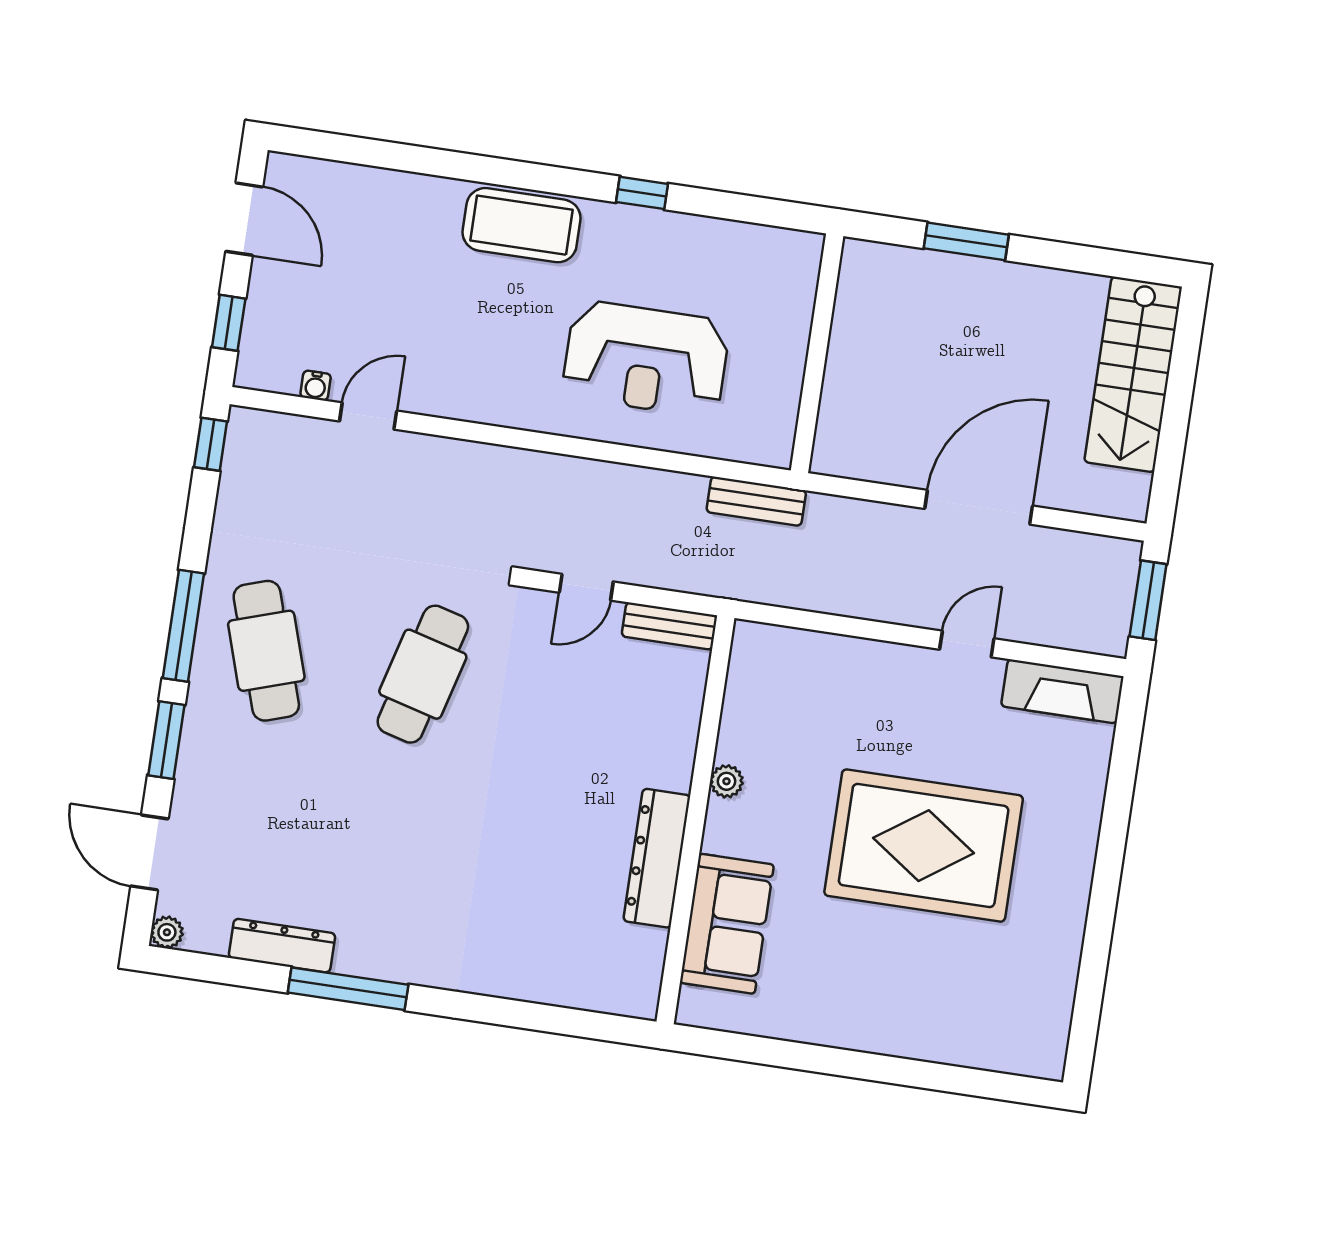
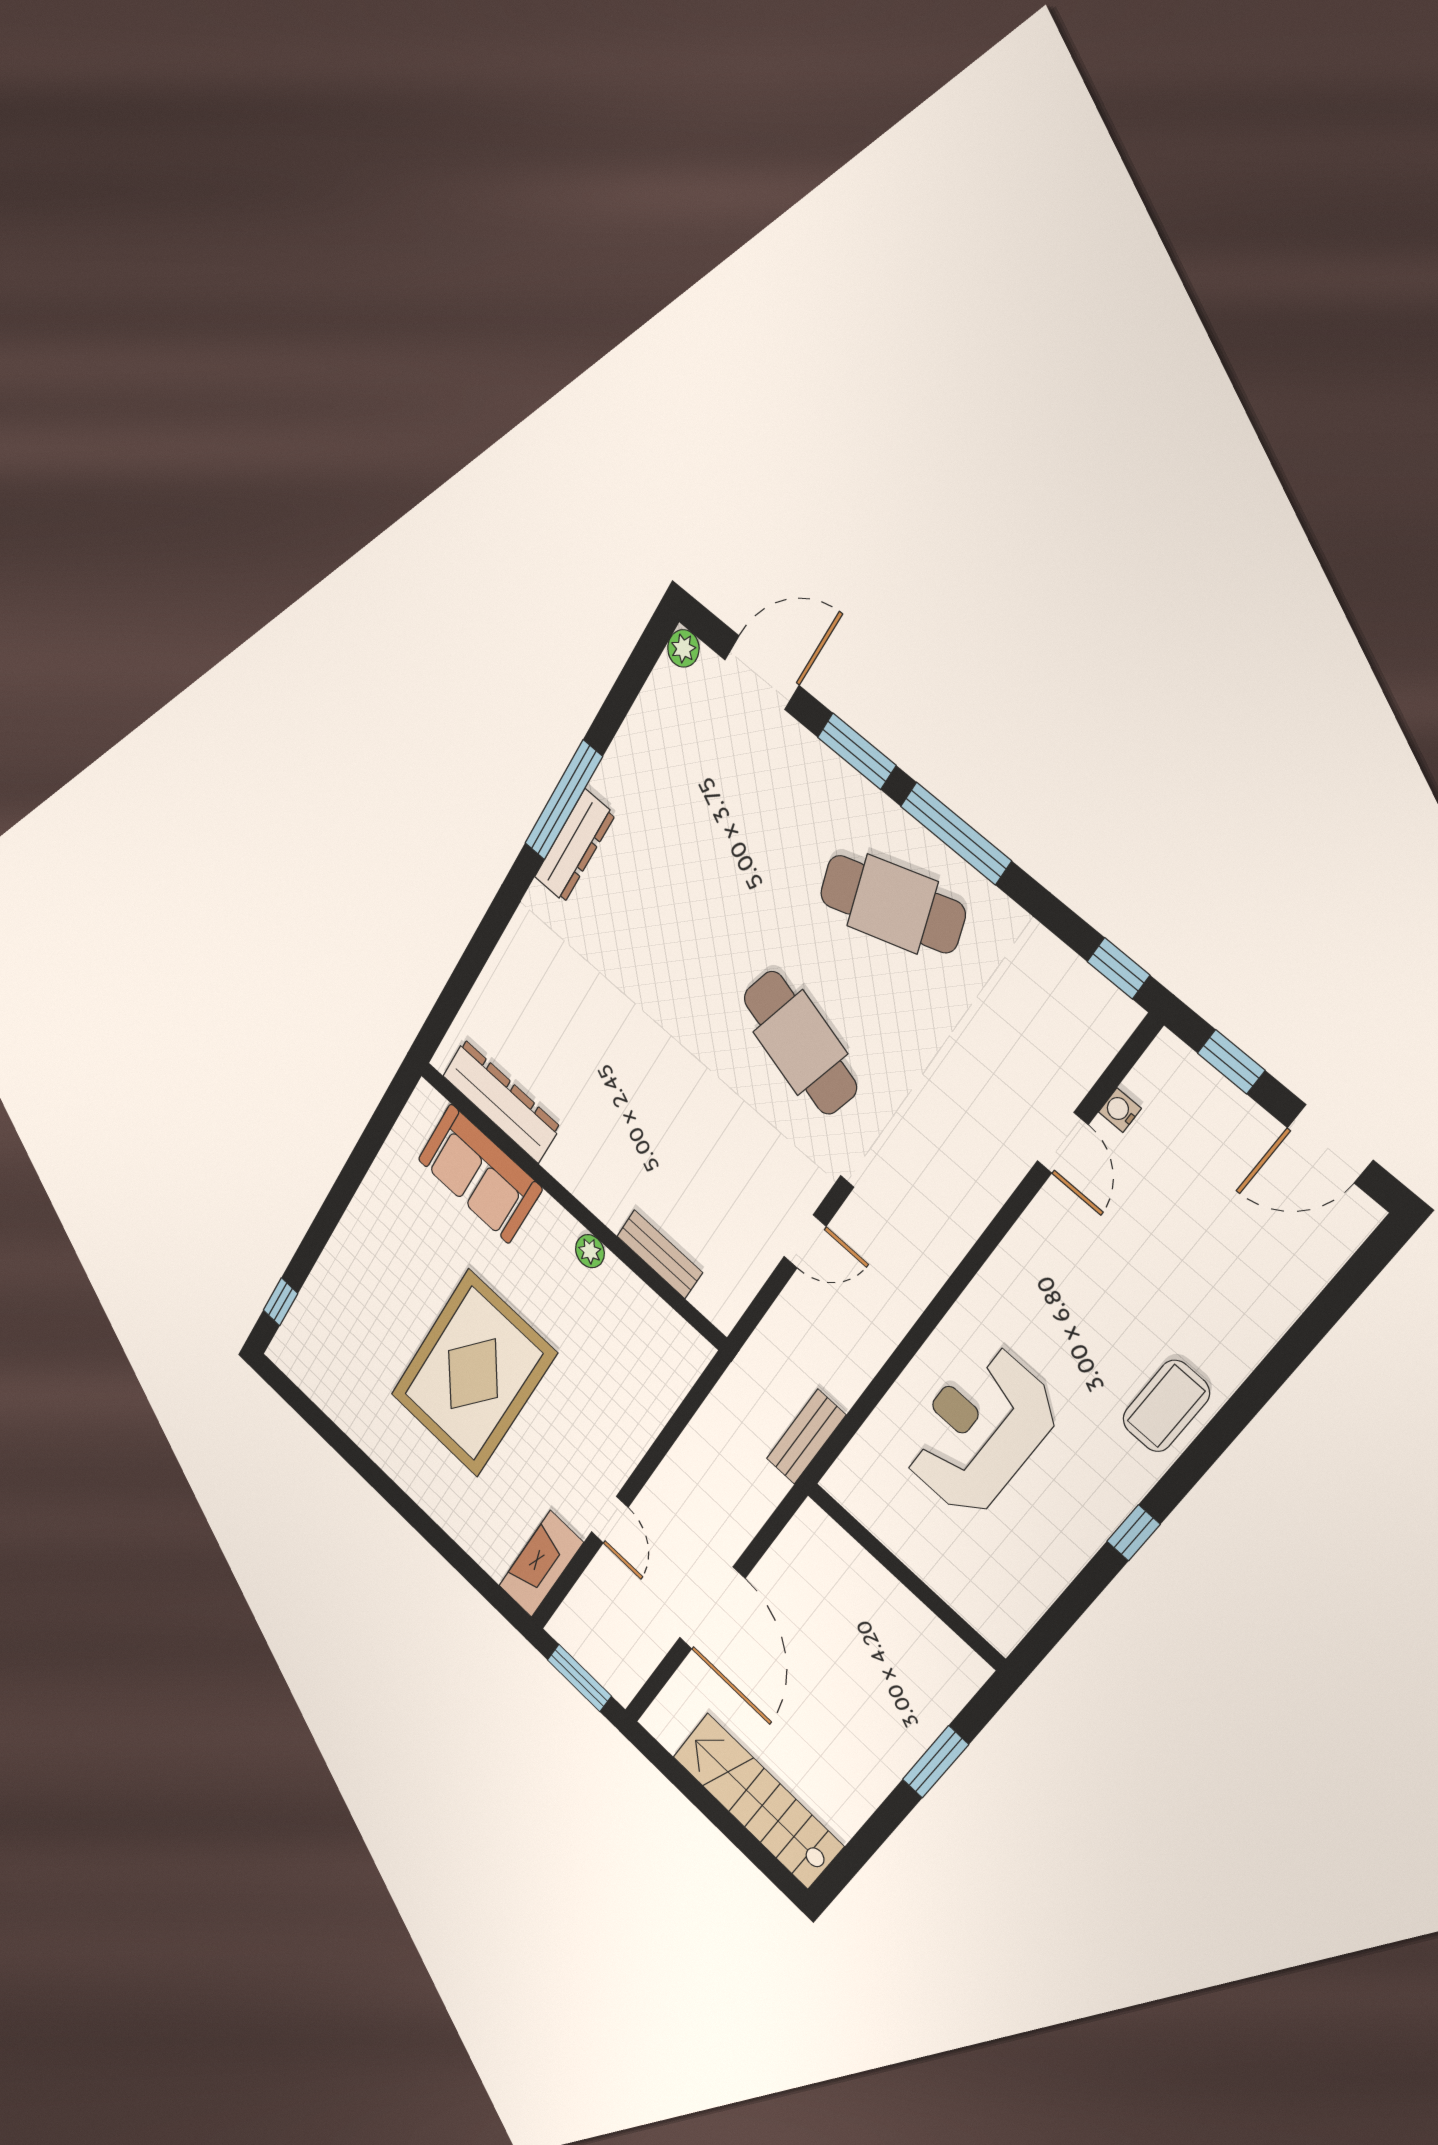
coffee table: (522, 225) -> (1166, 1406), width x0.73, depth x0.76
door: (586, 587) -> (805, 1241), swing flipped
bench: (669, 626) -> (660, 1254), moved, turned 90
dresser: (657, 858) -> (501, 1101), moved
dresser: (282, 946) -> (575, 846), moved
window: (996, 1085) -> (280, 1302), added

